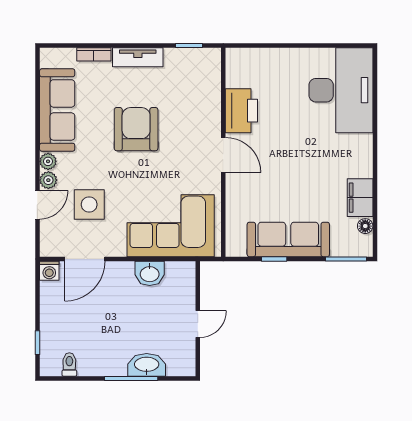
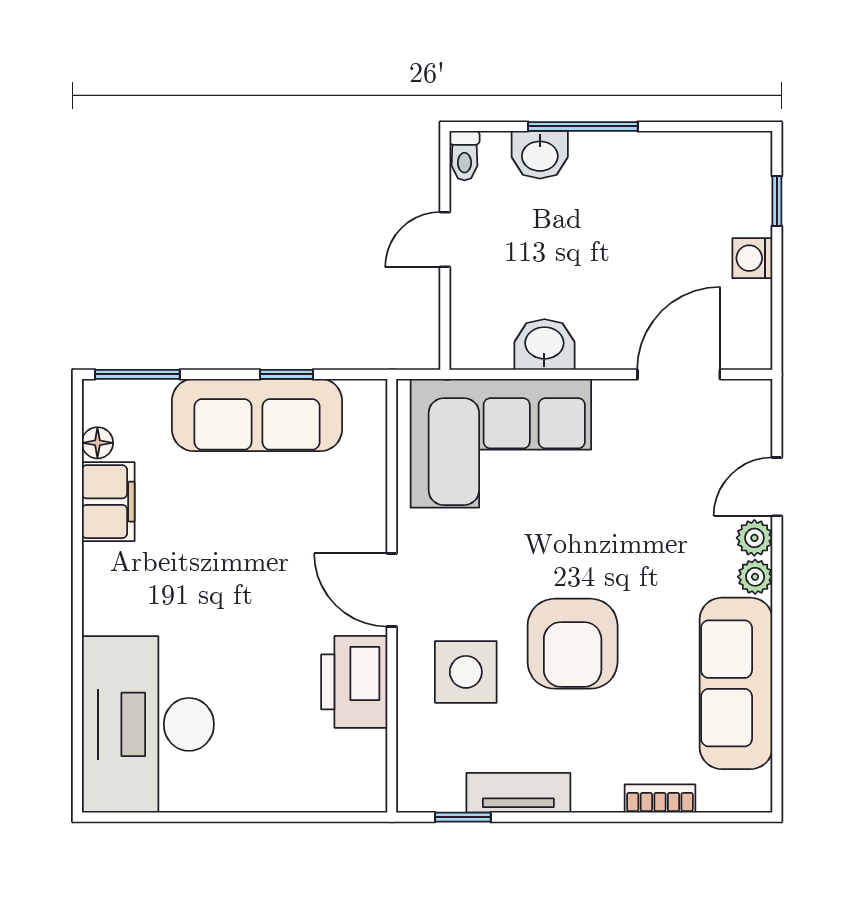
tv unit: (138, 57) -> (518, 793), moved
side table: (89, 205) -> (466, 672), moved
washing machine: (49, 271) -> (752, 258), moved, turned -90
toilet: (69, 365) -> (464, 156), moved
washbasin: (147, 365) -> (540, 155), width x0.72

